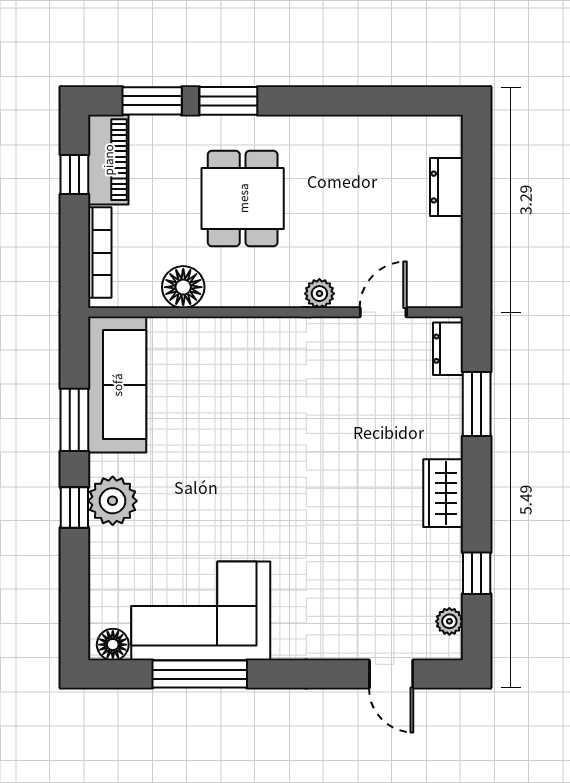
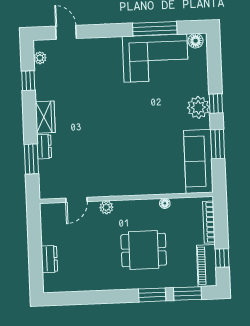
dining table: (243, 198) -> (144, 250), turned 90
floor lamp: (183, 287) -> (165, 203), width x0.53, depth x0.53
dresser: (448, 349) -> (44, 147), moved

